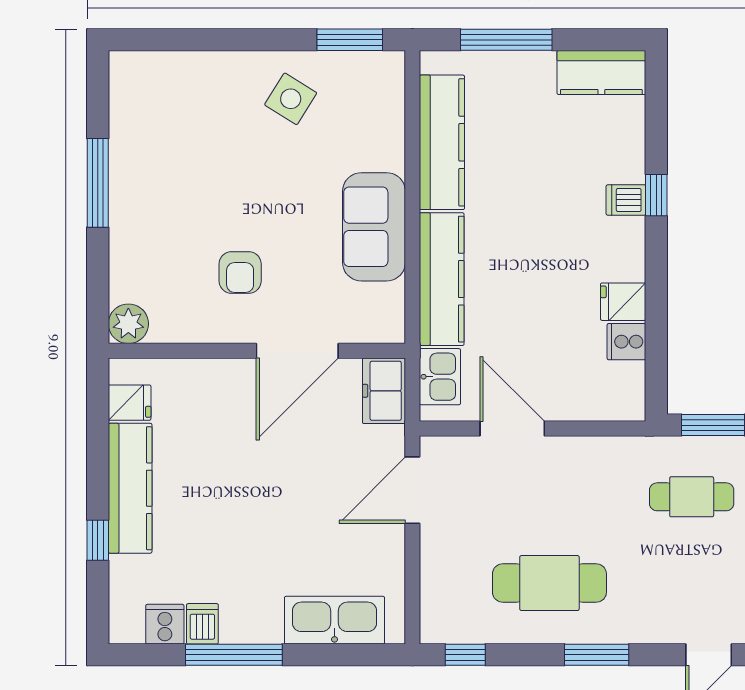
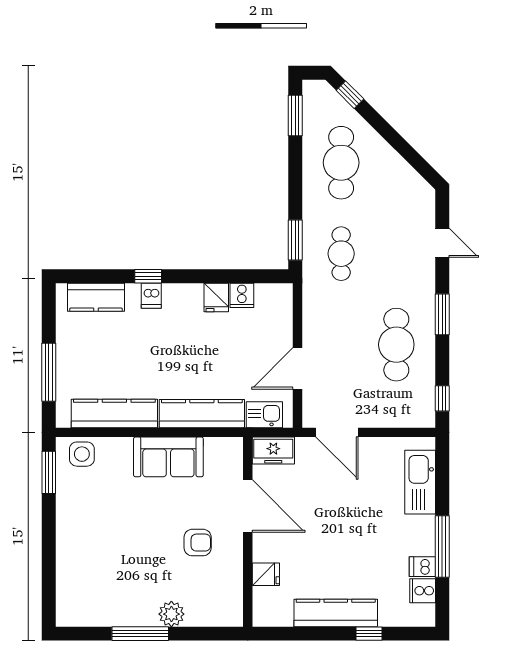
kitchen counter: (601, 72) -> (96, 297), moved, turned 90
side table: (291, 99) -> (82, 454), moved, turned -32
plant: (128, 324) -> (171, 614), moved
fridge: (130, 403) -> (266, 574), moved, turned 90

